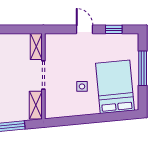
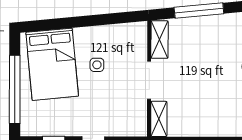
window: (143, 68) -> (15, 89), width x1.46

